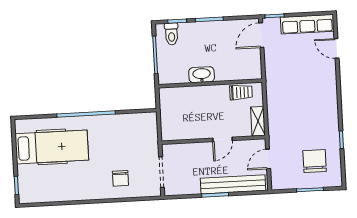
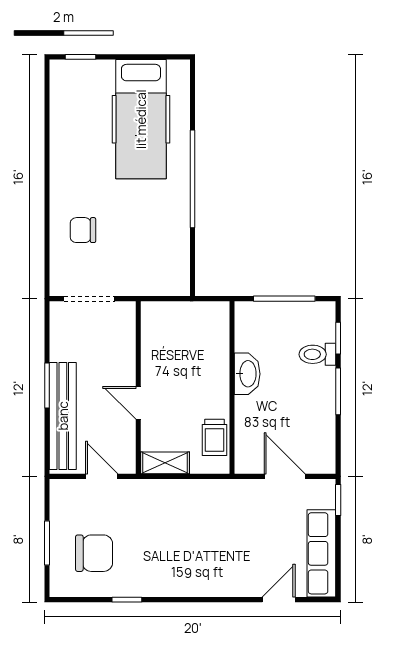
toilet: (171, 34) -> (317, 354), moved
door: (261, 35) -> (285, 476), moved

